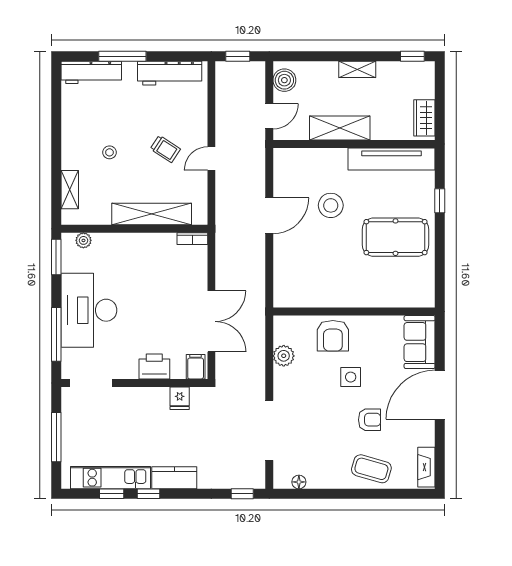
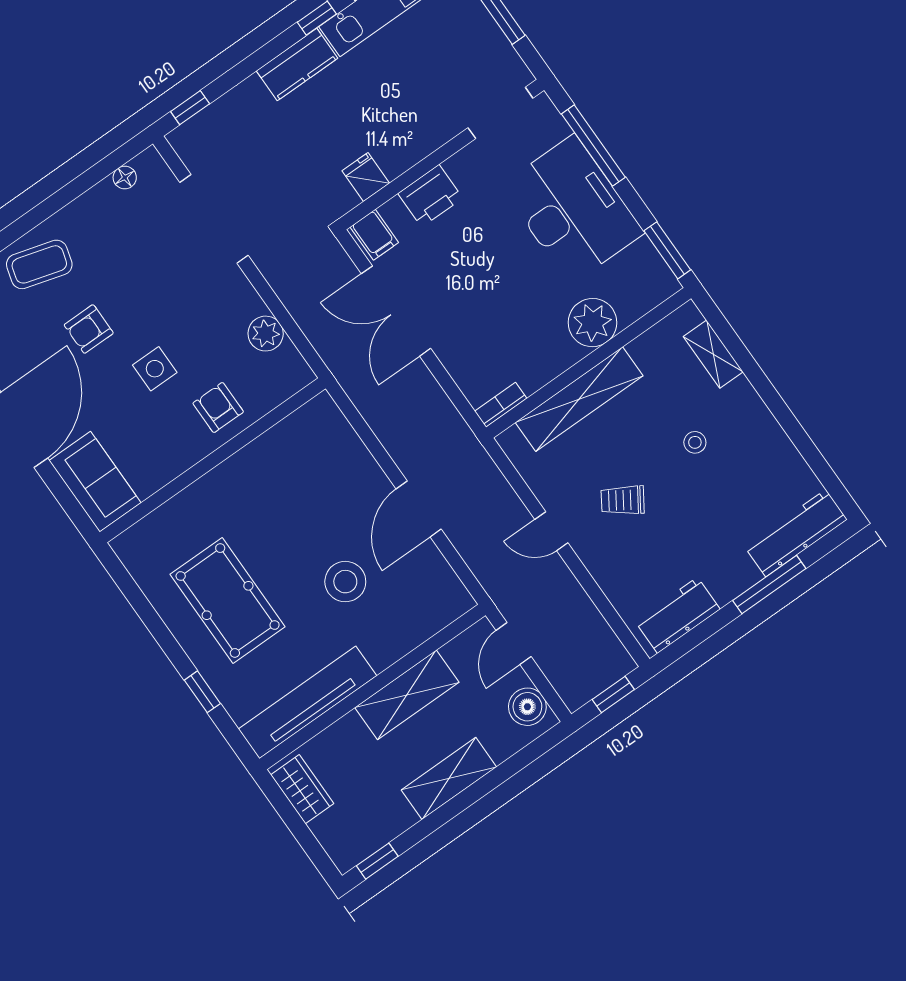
shelving: (357, 69) -> (449, 778), width x1.50, depth x1.33
workbench: (170, 73) -> (677, 615), width x0.73
door: (211, 159) -> (551, 531), swing flipped
pool table: (396, 237) -> (228, 601), turned 90
plant: (83, 240) -> (593, 323), moved, width x1.87, depth x1.87
armchair: (333, 336) -> (218, 407), width x0.72, depth x0.72

